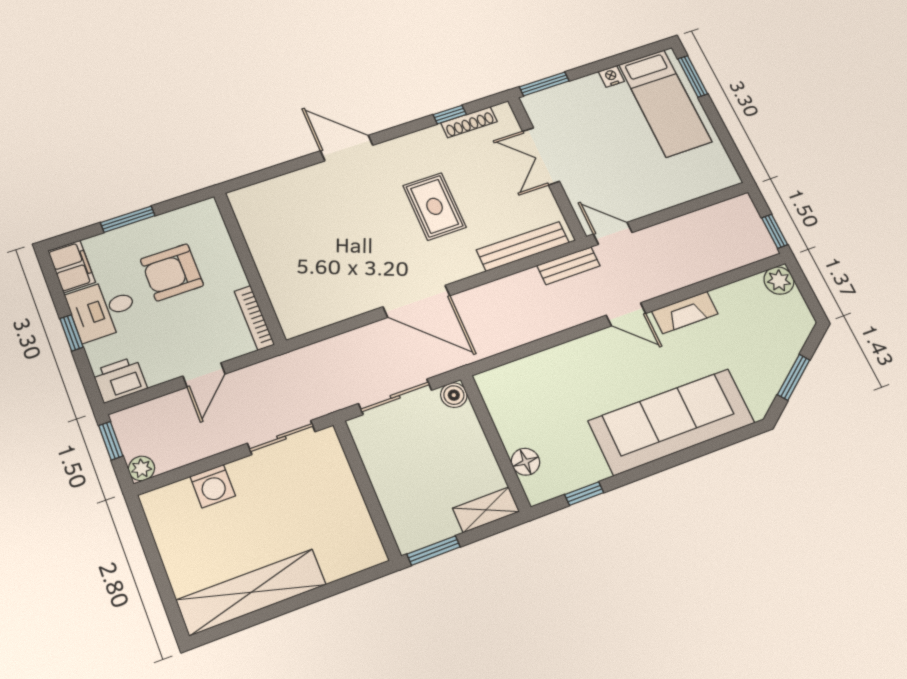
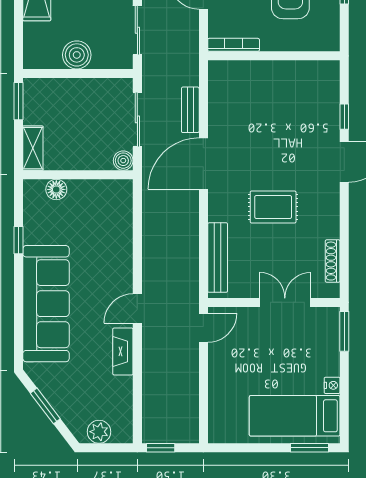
window: (450, 115) -> (344, 117), moved
bench: (568, 266) -> (190, 110), moved
plant: (779, 281) -> (99, 432), moved
window: (584, 494) -> (18, 240), moved
boiler: (343, 500) -> (77, 55), added

